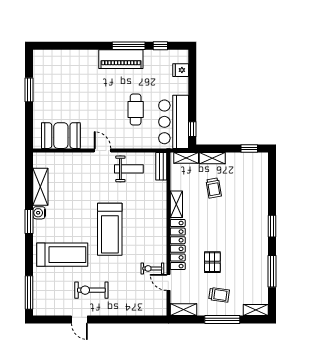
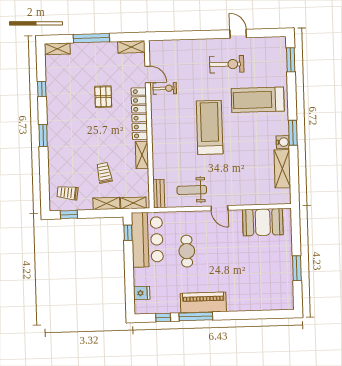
window: (272, 271) -> (42, 89), width x0.46
window: (29, 293) -> (291, 60), width x0.69
trolley: (219, 295) -> (67, 193), moved

